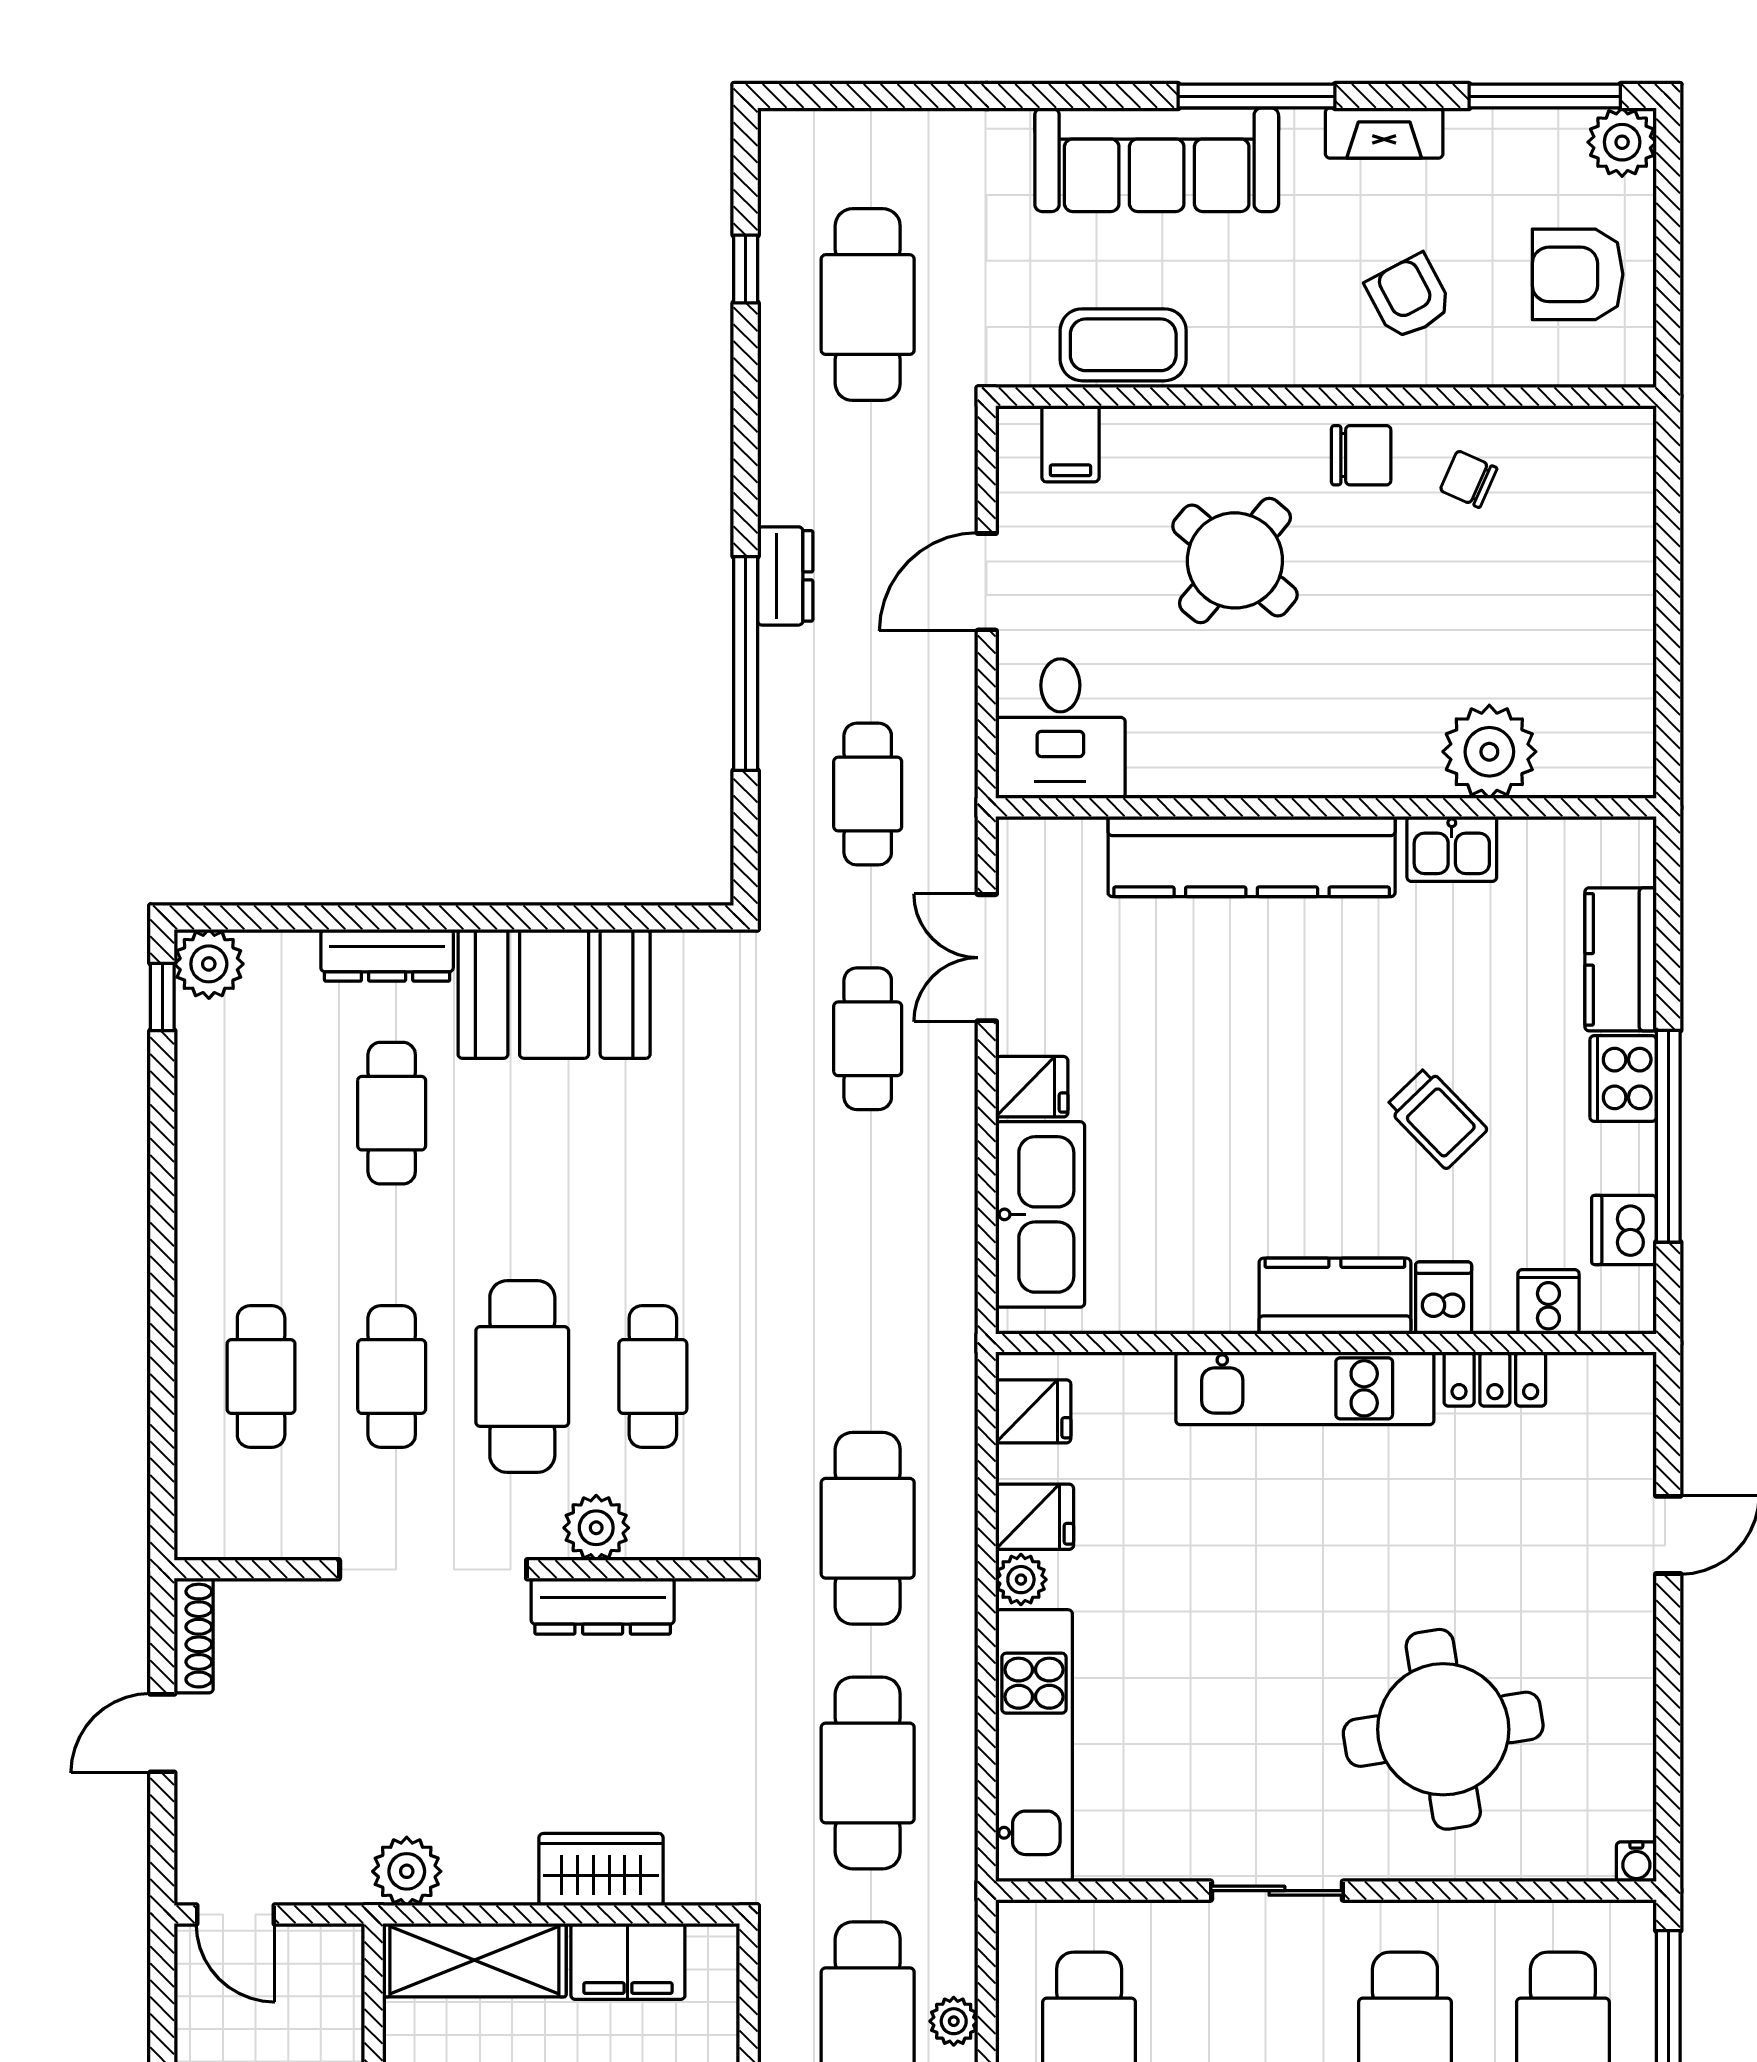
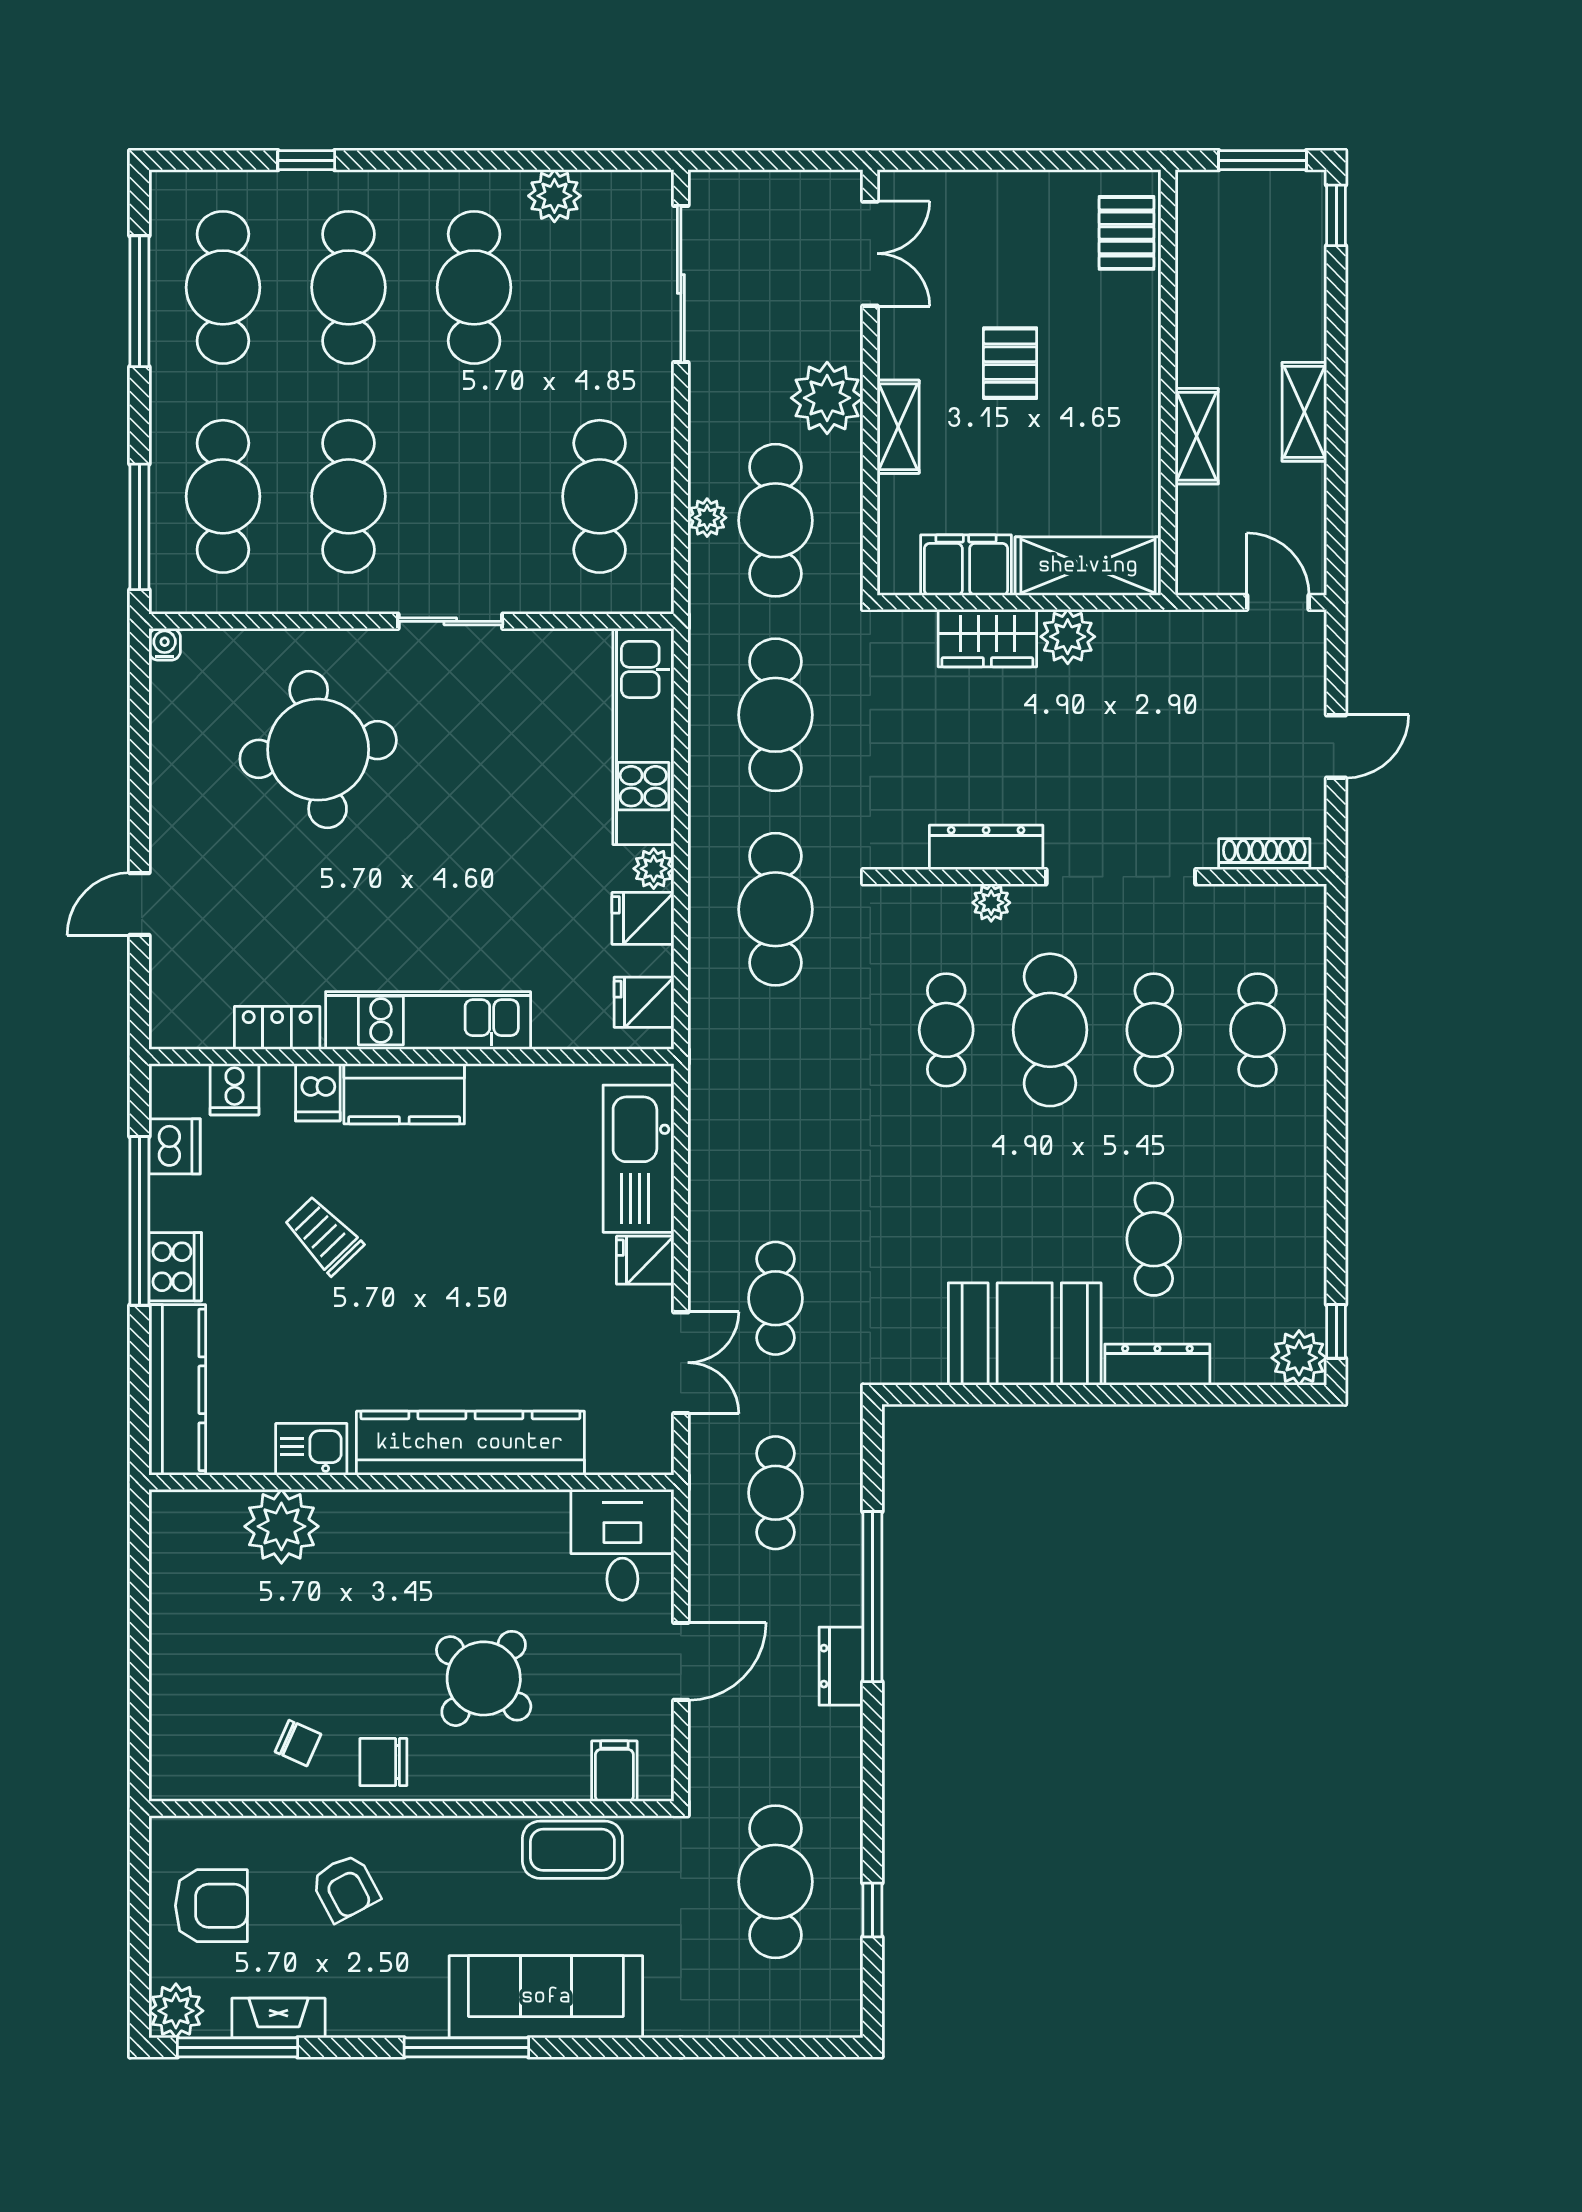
fireplace: (1384, 133) -> (278, 2018), moved
kitchen counter: (1621, 959) -> (177, 1390), width x1.50
plant: (596, 1528) -> (991, 903), width x0.73, depth x0.73
shoe rack: (194, 1636) -> (1264, 854), moved, turned 90
plant: (407, 1871) -> (1068, 637), moved

